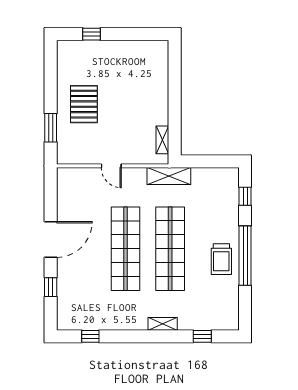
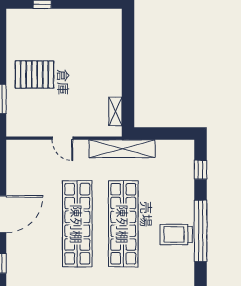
pallet: (84, 104) -> (34, 75), turned 90
shelving: (169, 176) -> (122, 149), width x1.47
trolley: (221, 259) -> (176, 234), turned 90

